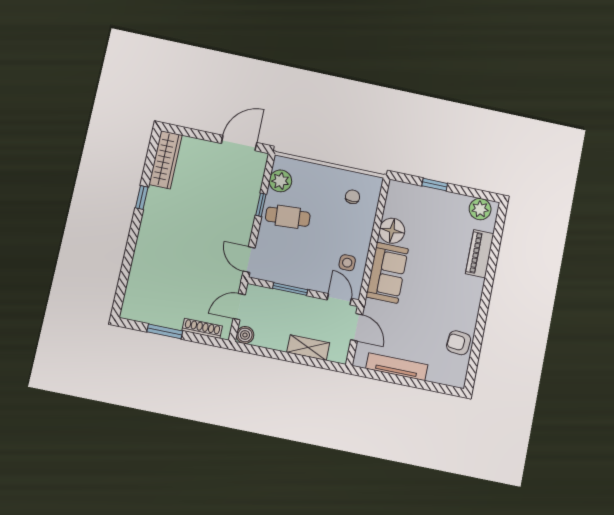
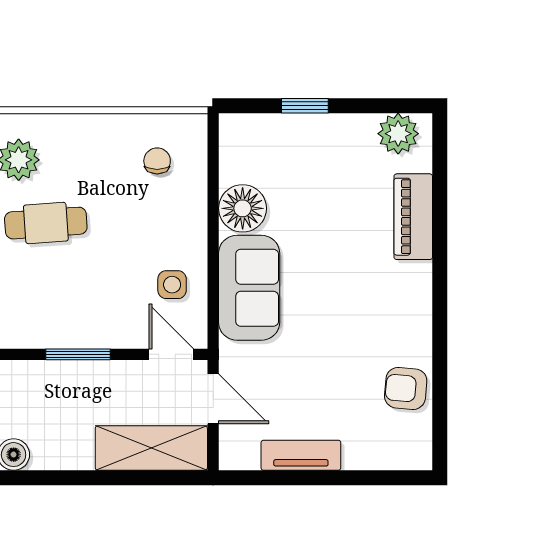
shelving: (308, 348) -> (151, 448), width x1.50, depth x1.33
tv unit: (397, 367) -> (301, 455), width x0.71

